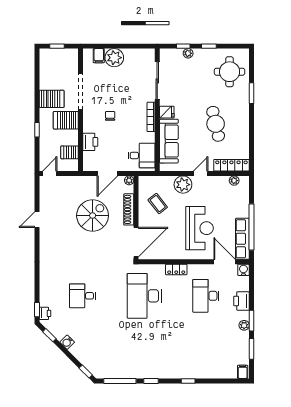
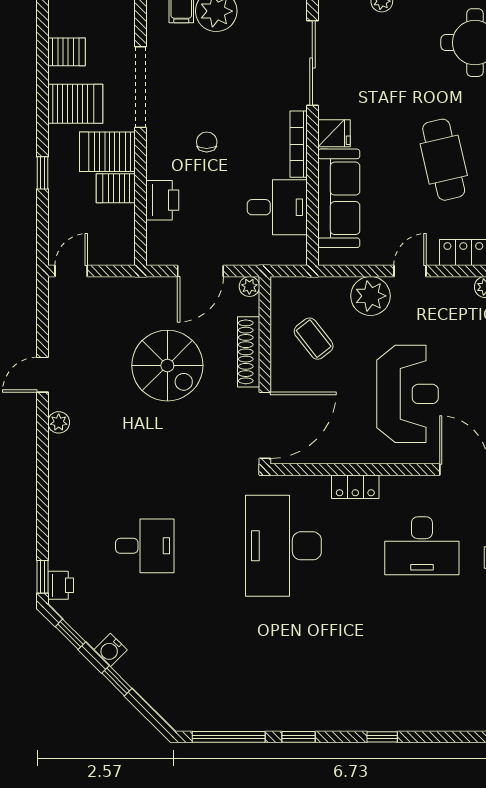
server rack: (48, 76) -> (67, 52), added
server rack: (70, 152) -> (116, 188), moved
desk: (142, 155) -> (277, 207), moved
spiral stairs: (93, 216) -> (167, 366), turned 90
plant: (44, 241) -> (59, 422), added
desk: (83, 296) -> (145, 546), turned 180
desk: (206, 296) -> (422, 546), turned -90
window: (86, 371) -> (117, 681), moved

